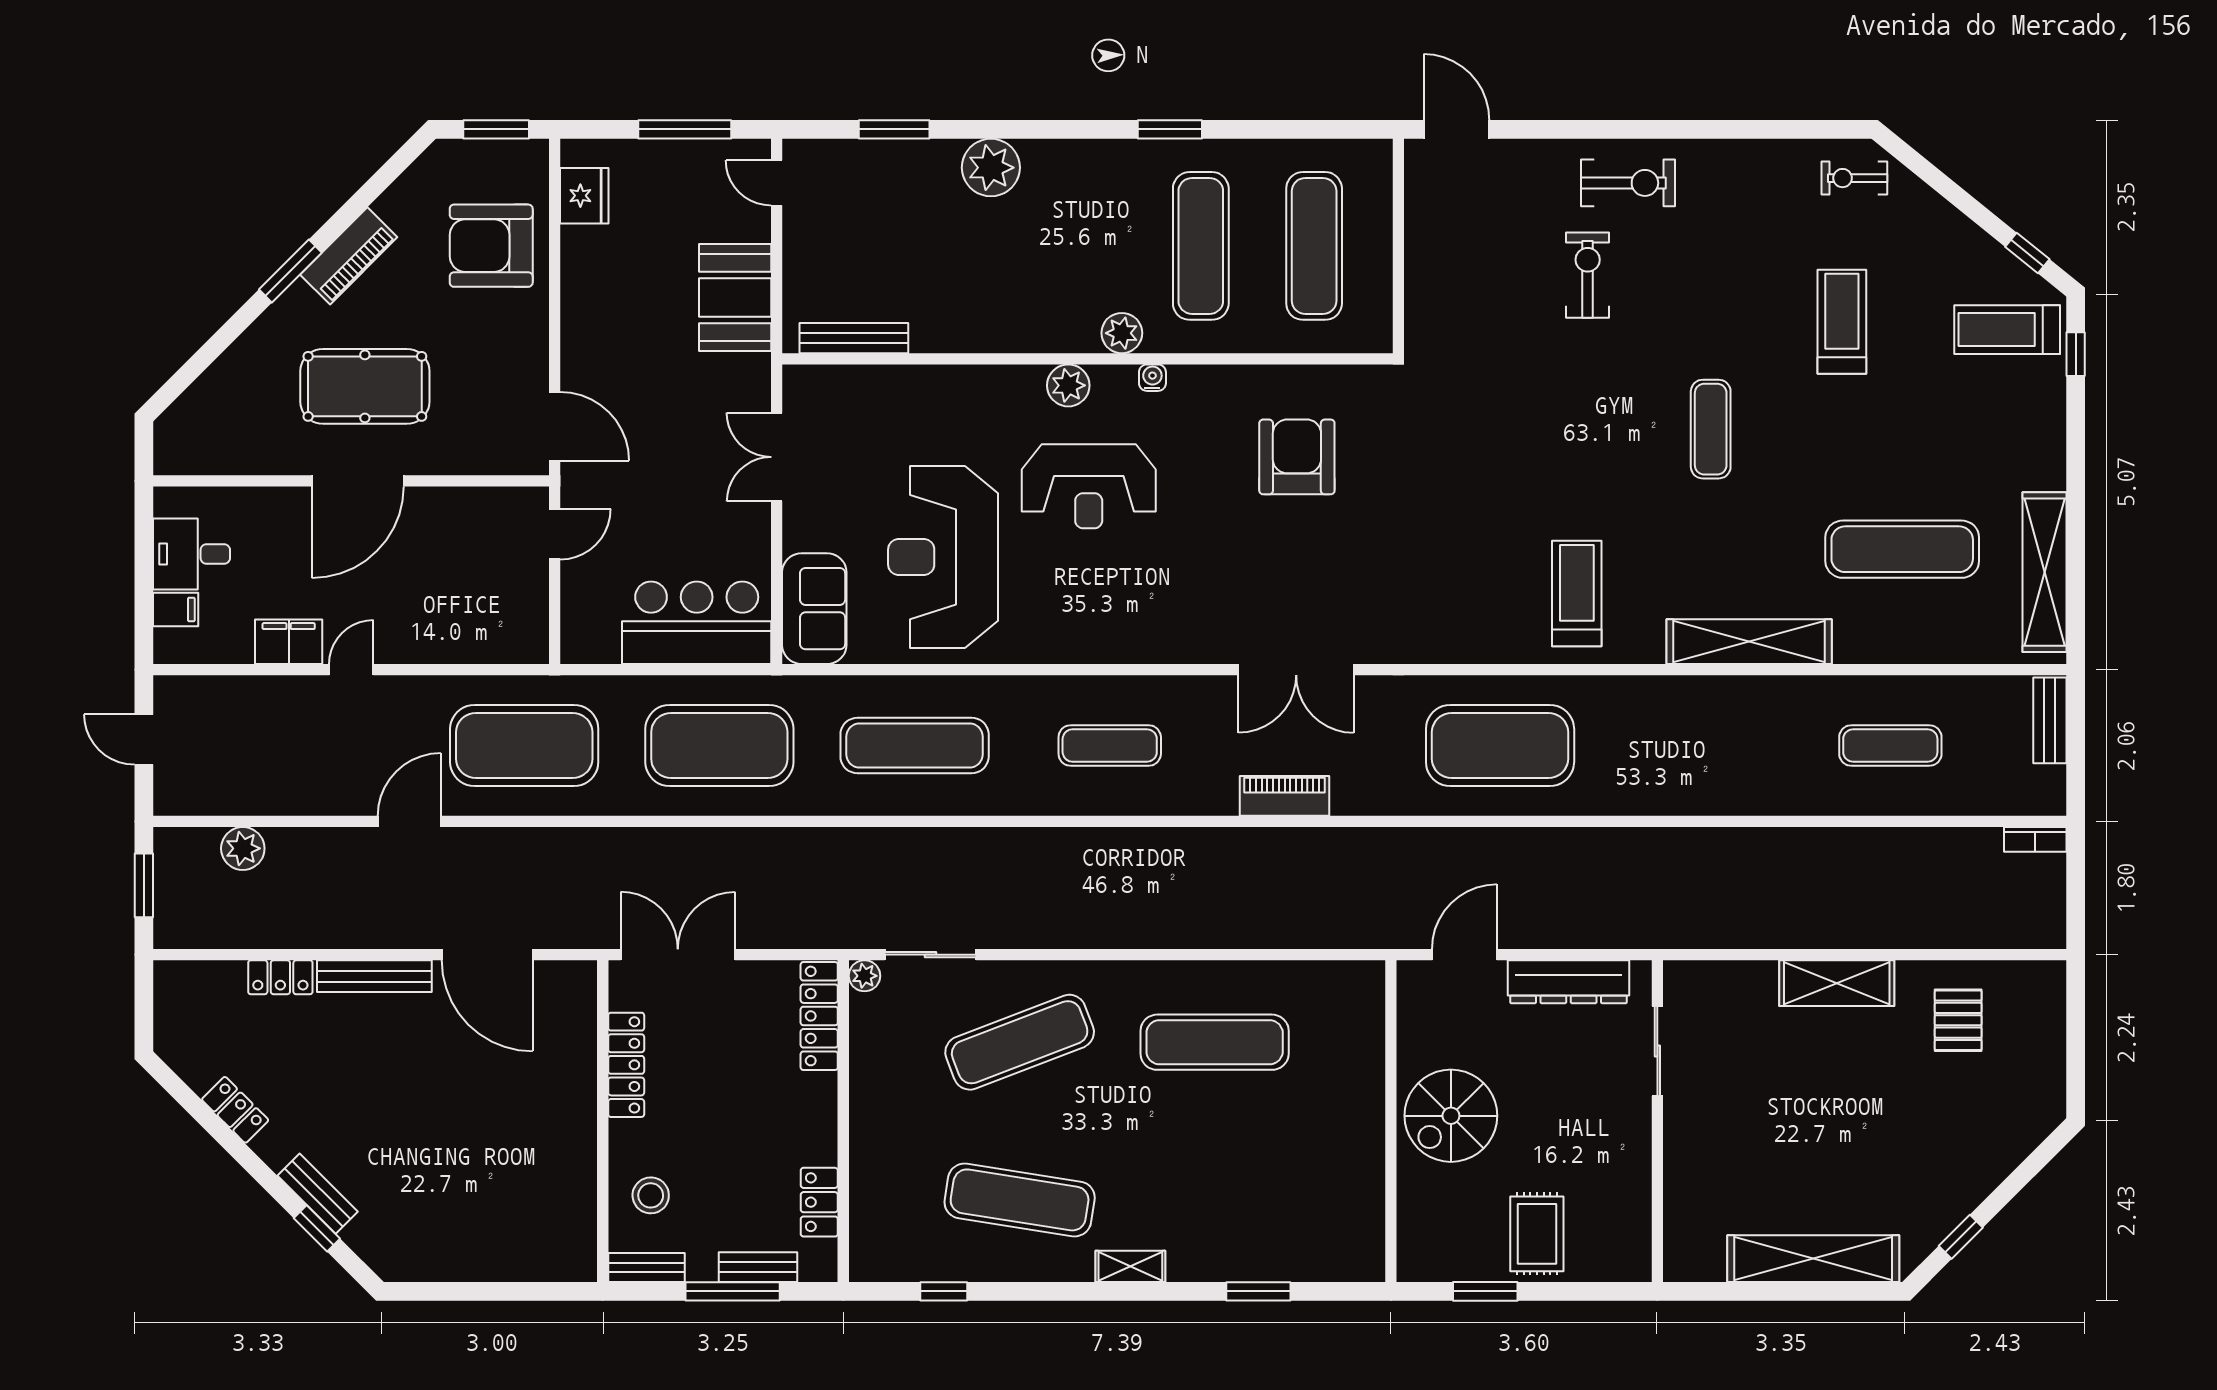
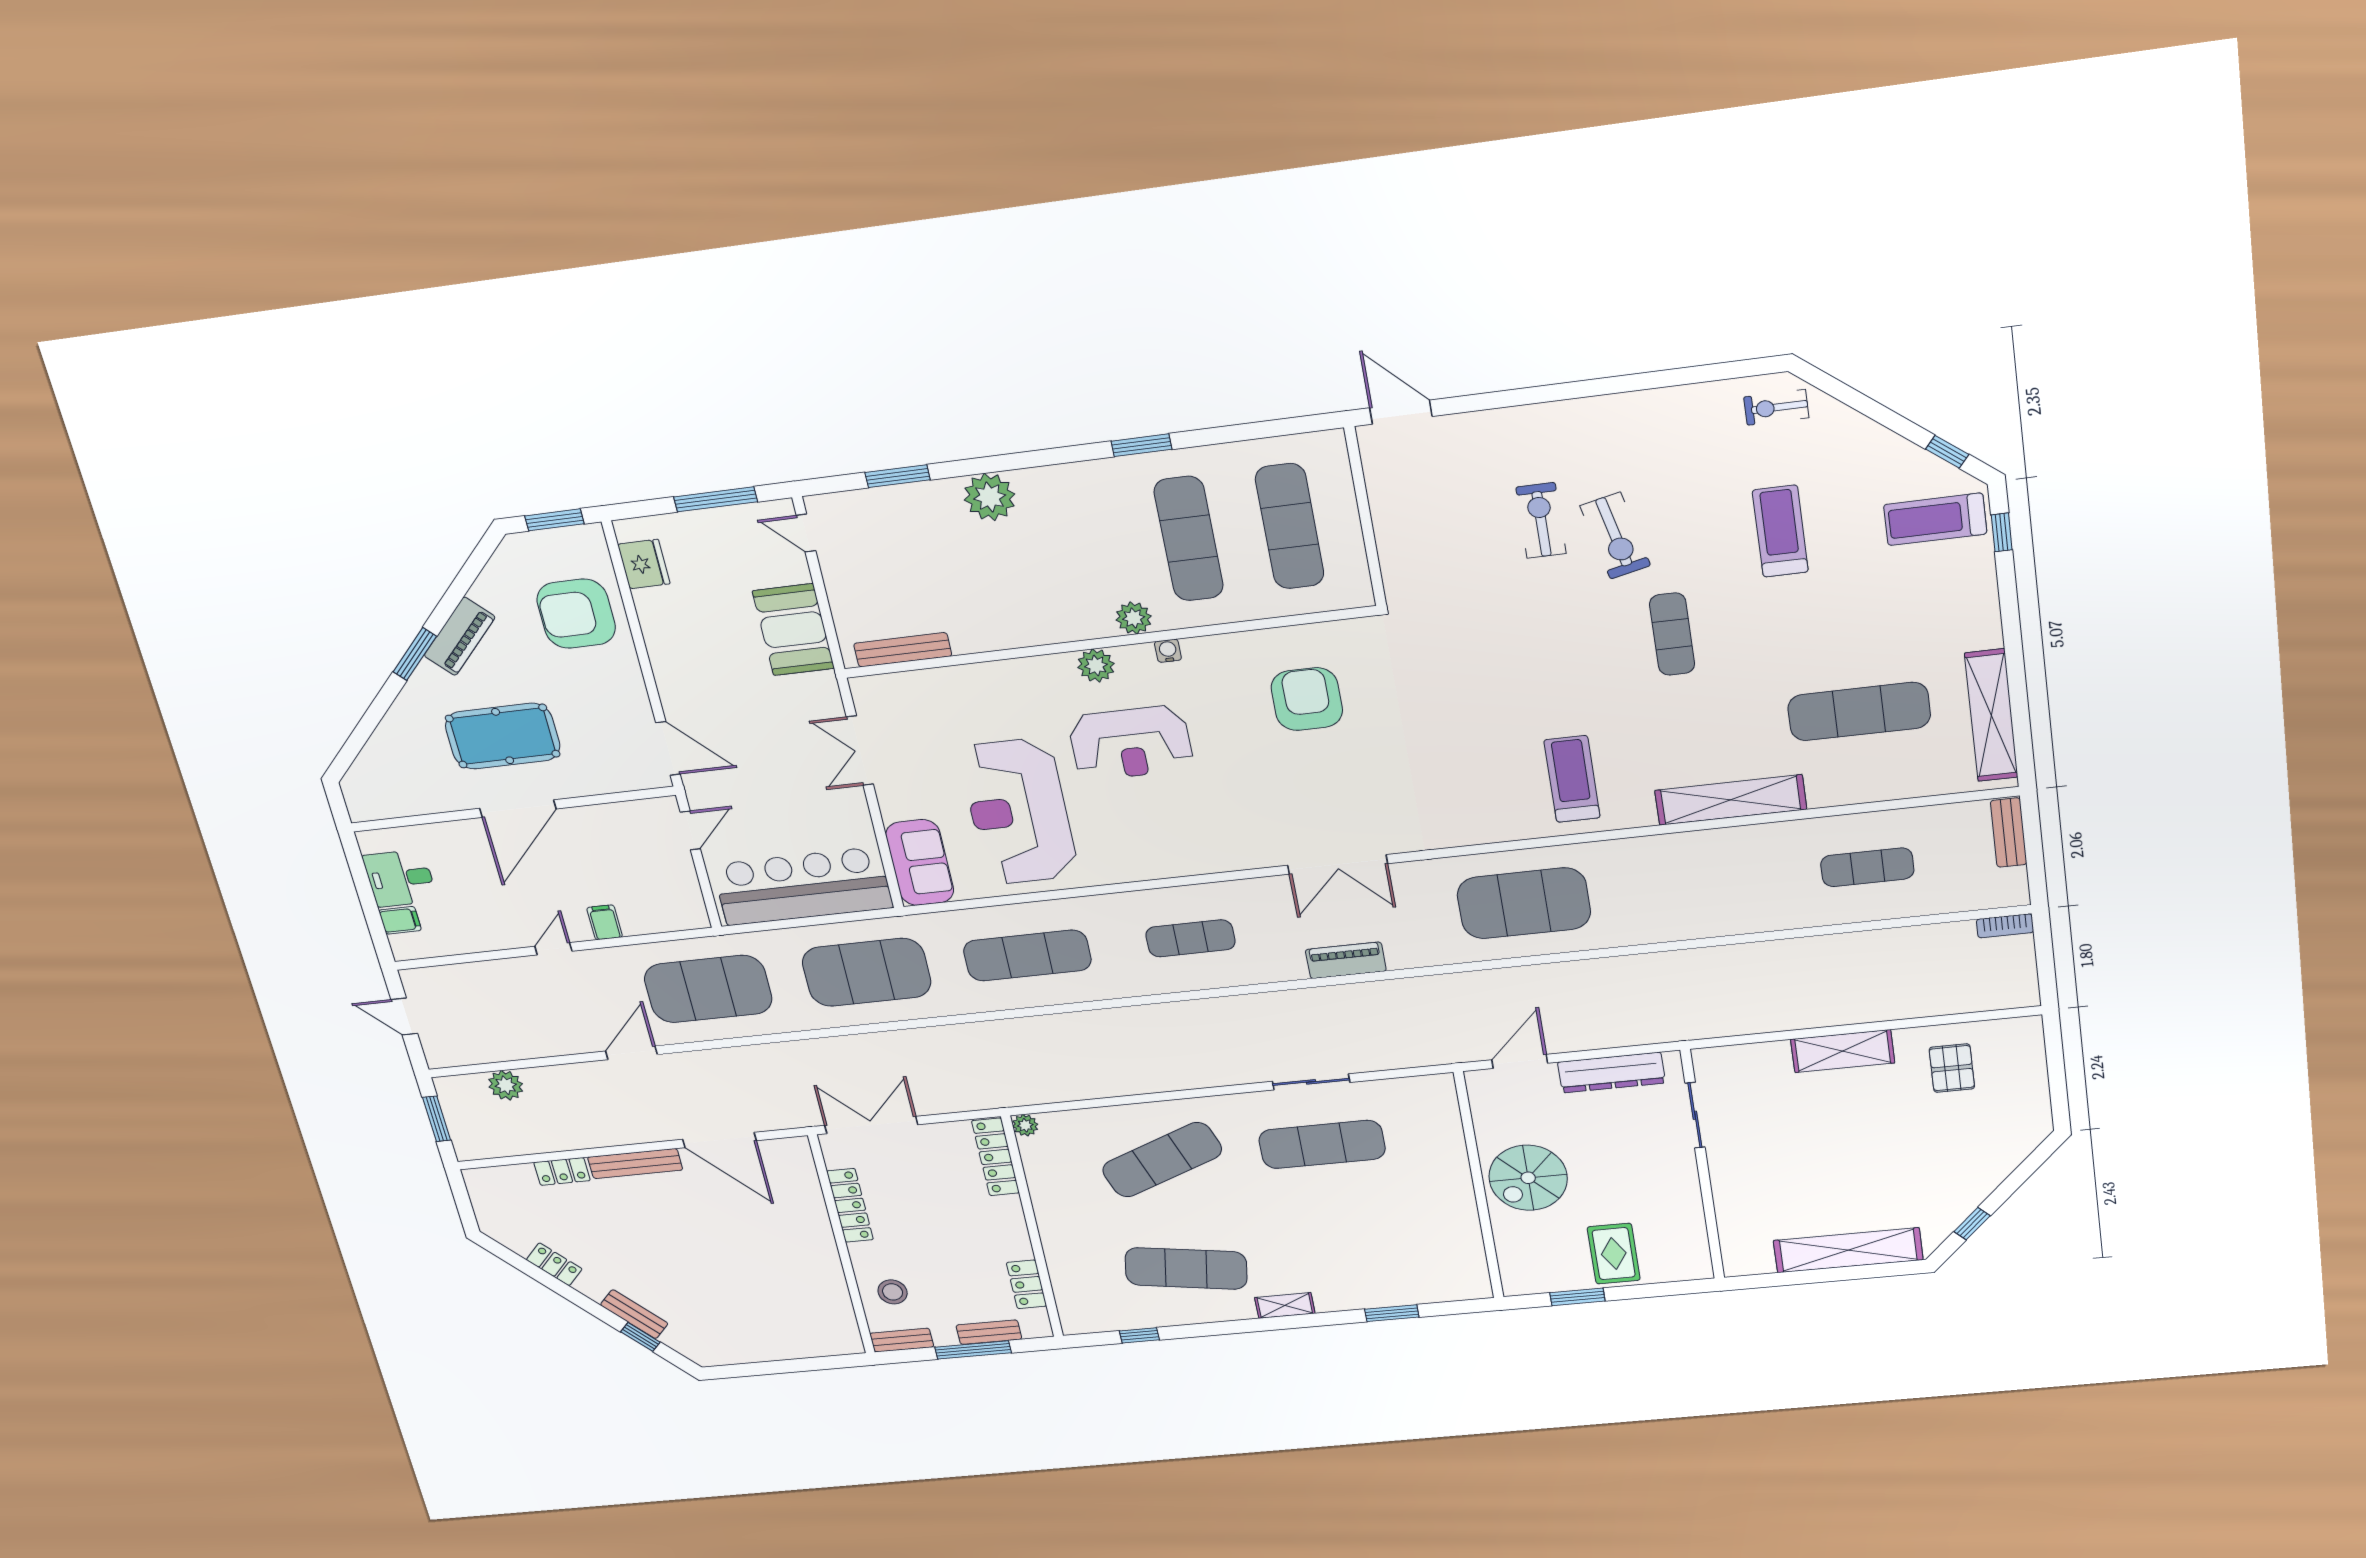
exercise bike: (1628, 183) -> (1615, 536), moved, turned 77
bar counter: (697, 623) -> (803, 886), width x1.36
filing cabinet: (289, 642) -> (605, 922), moved, width x0.50
sliding door: (931, 955) -> (1311, 1082), moved

